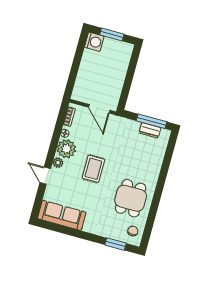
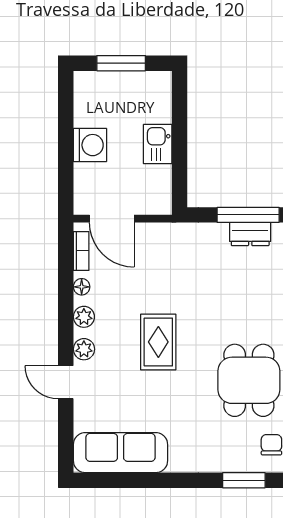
washing machine: (94, 42) -> (90, 145), moved
kitchen sink: (119, 77) -> (158, 144), added
door: (99, 109) -> (112, 219), moved
plant: (66, 149) -> (84, 317), width x0.53, depth x0.53

